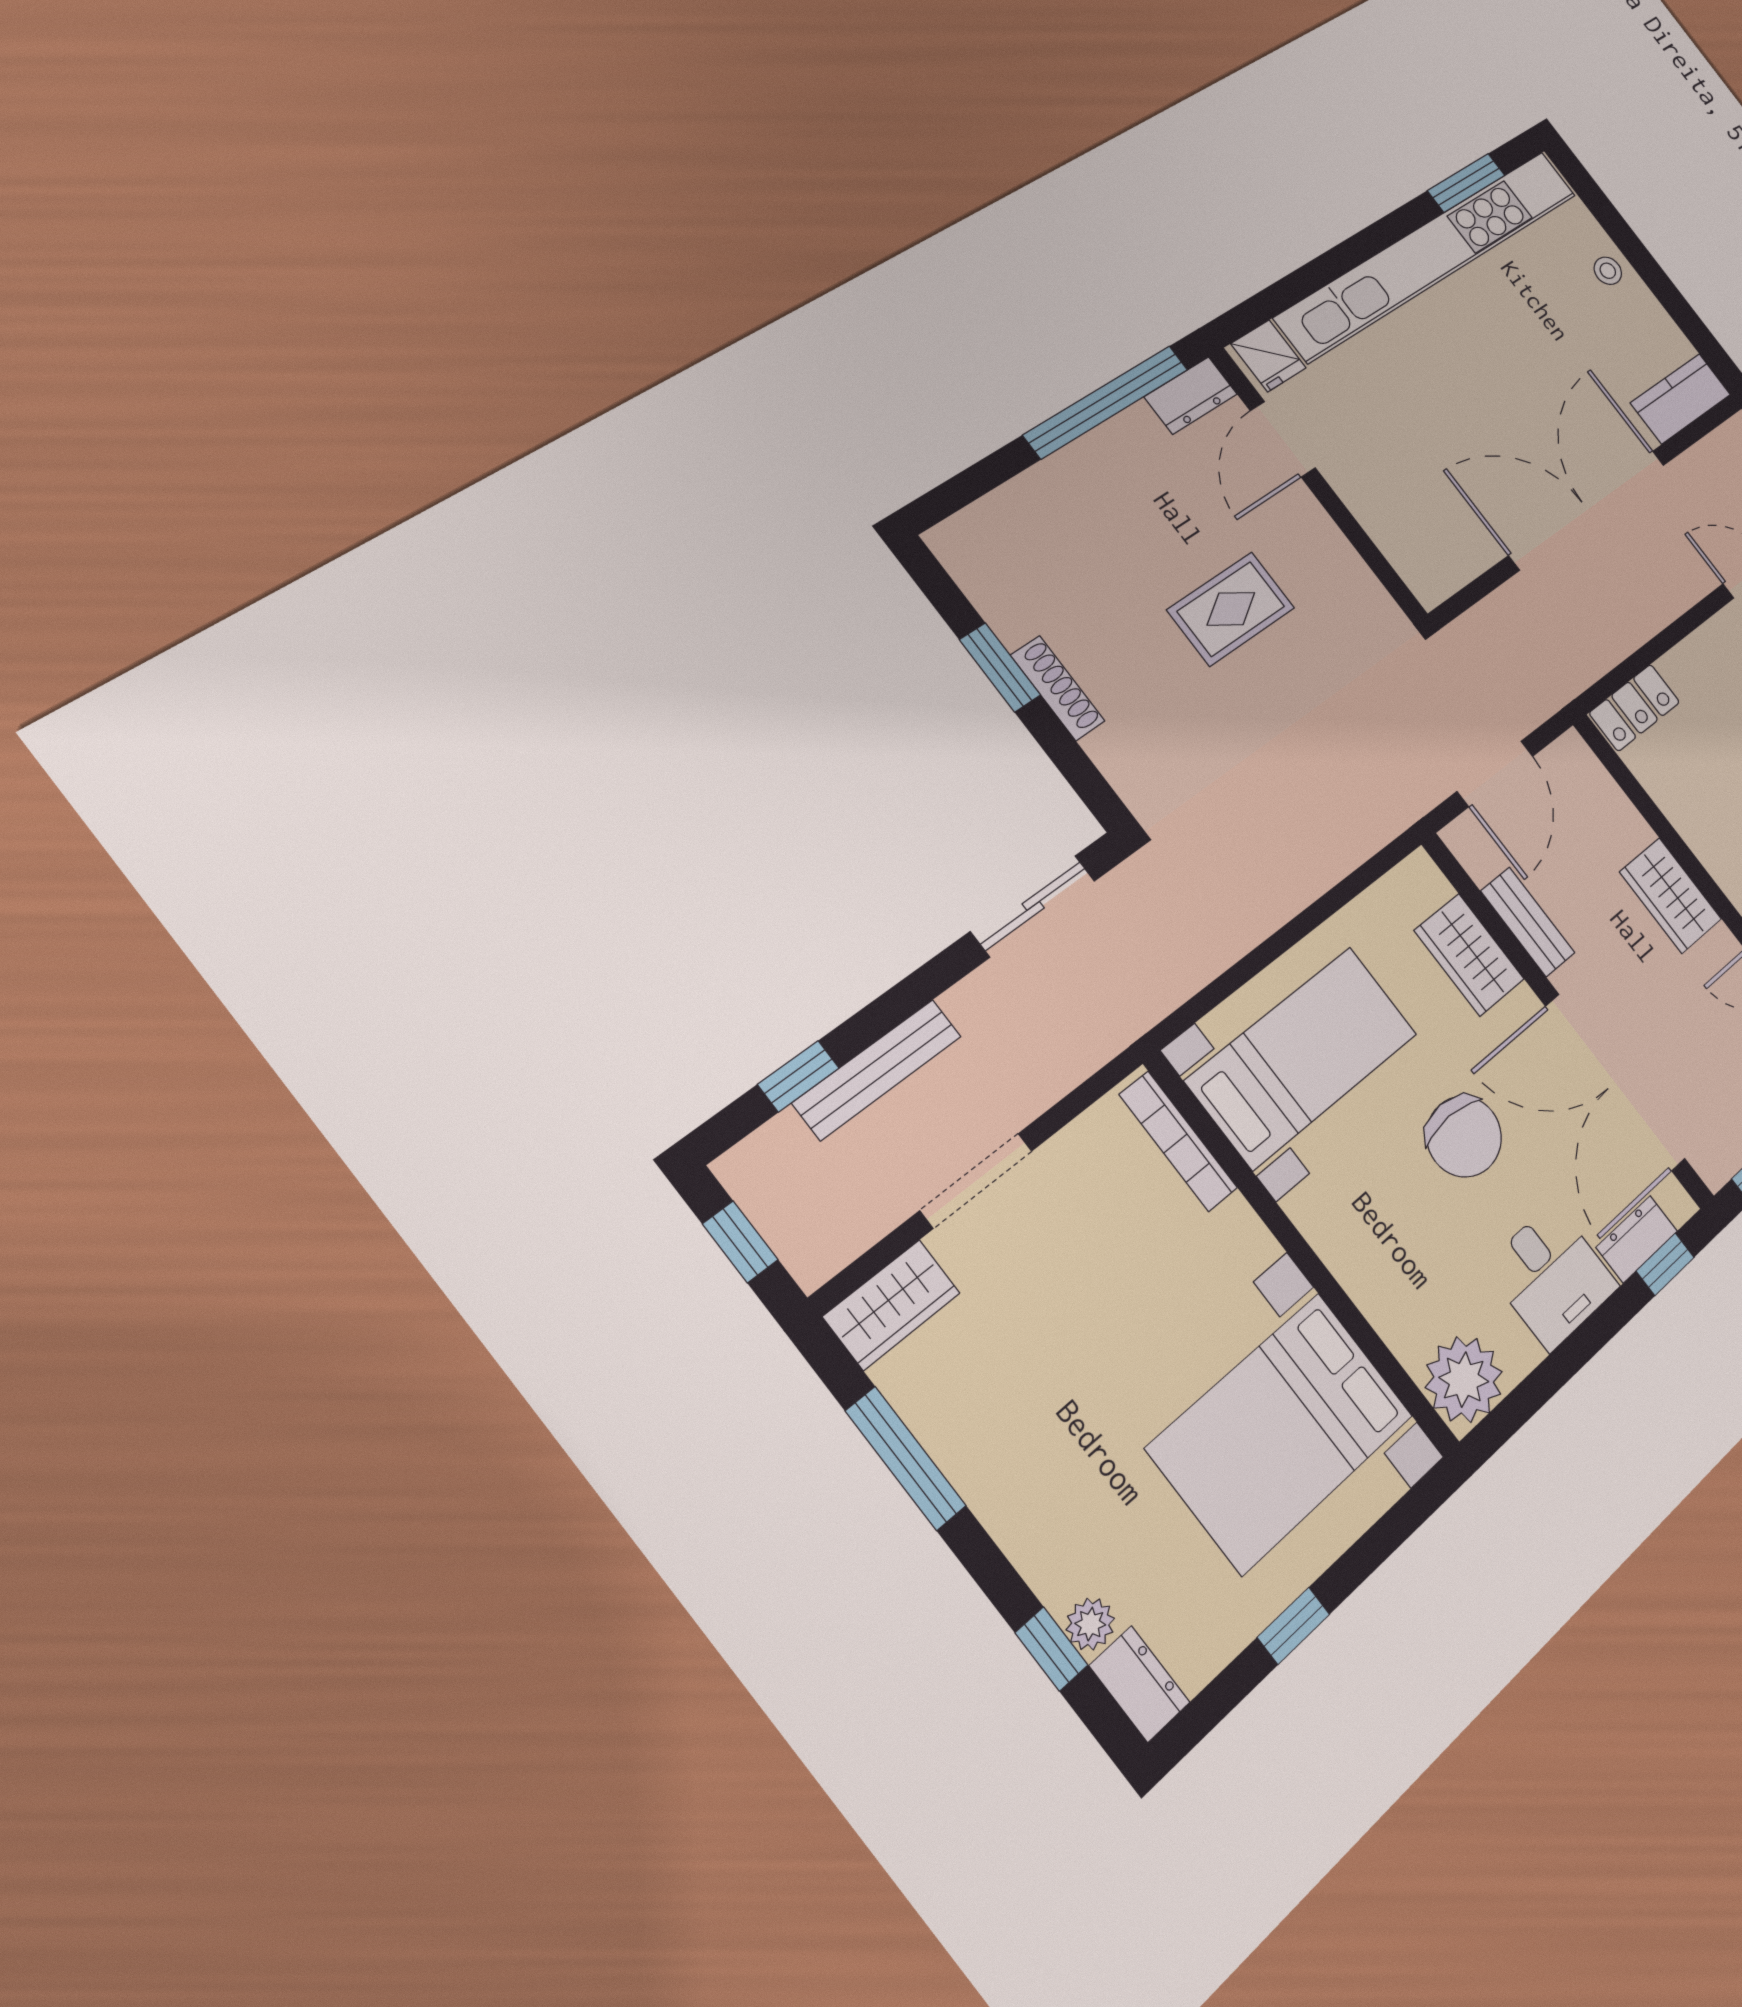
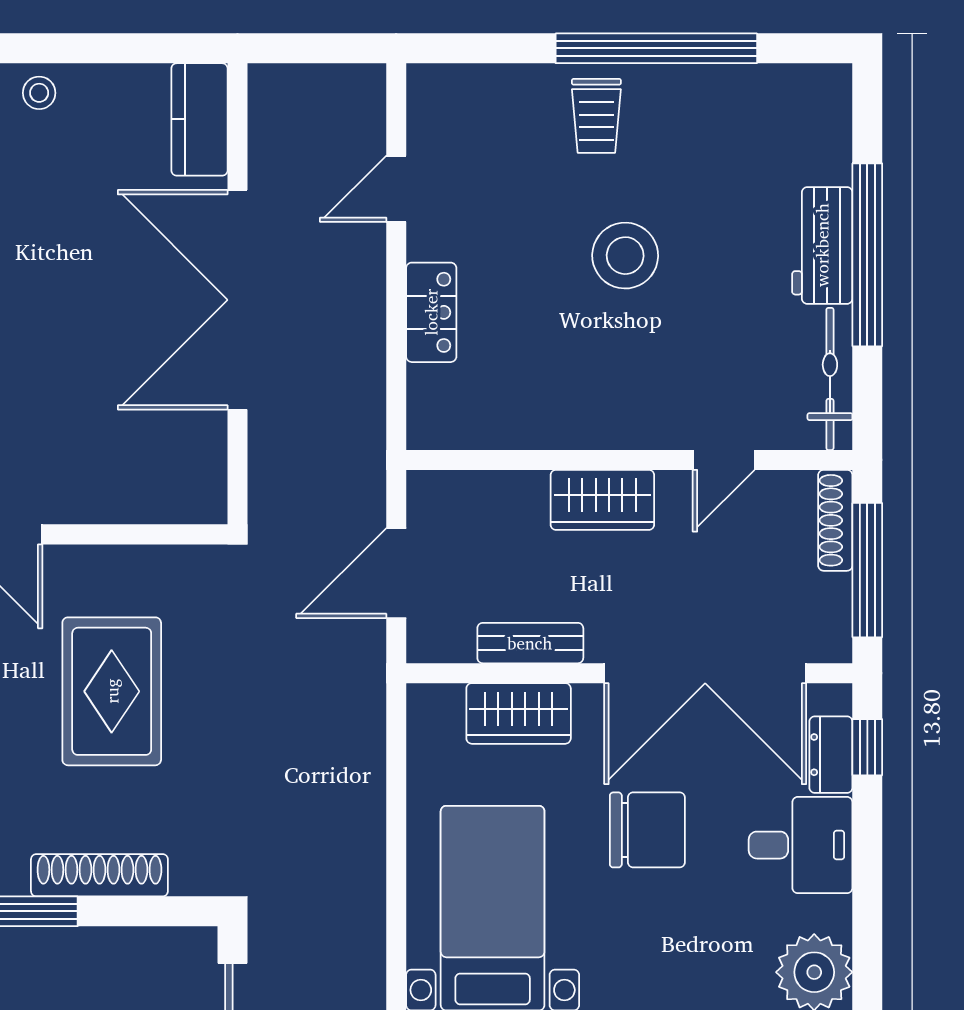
rug: (1231, 609) -> (112, 691), width x1.36, depth x1.43
shoe rack: (1058, 688) -> (99, 875), width x1.36, depth x1.24
locker: (1635, 708) -> (431, 312), moved
door: (1495, 774) -> (396, 573), swing flipped

